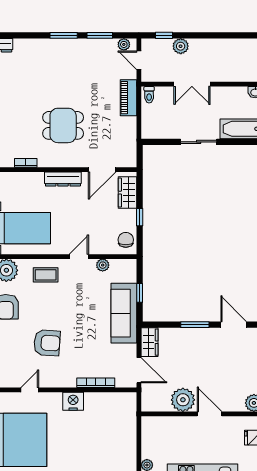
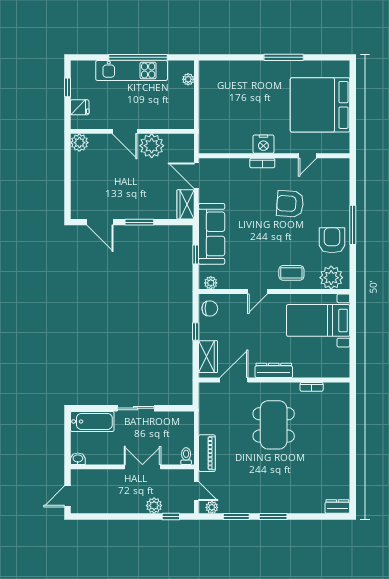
dining table: (63, 125) -> (274, 425), width x1.38
chair: (126, 240) -> (210, 308), turned -90
plant: (103, 265) -> (211, 283), moved
bookcase: (96, 383) -> (262, 163), moved, width x0.64

